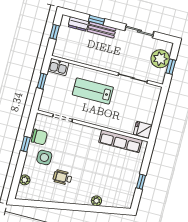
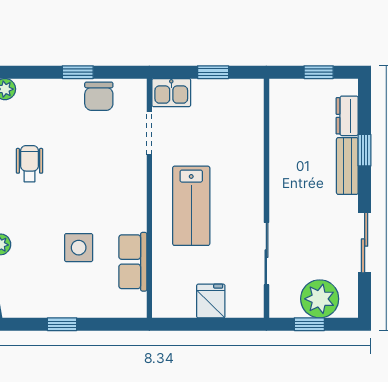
kitchen sink: (58, 67) -> (171, 93), moved, turned -90
lab bench: (93, 91) -> (191, 206), moved, turned 180
fridge: (143, 130) -> (211, 301), moved
row of seats: (120, 141) -> (133, 262), width x0.68
side table: (44, 157) -> (79, 248), moved

